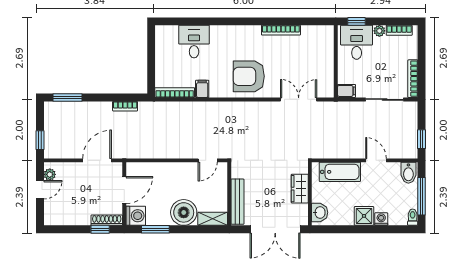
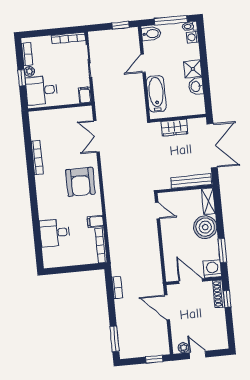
window: (356, 21) -> (22, 78), moved
washbasin: (320, 212) -> (196, 86), moved, turned -90
washing machine: (381, 219) -> (192, 37), moved

